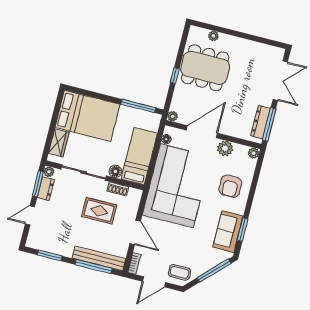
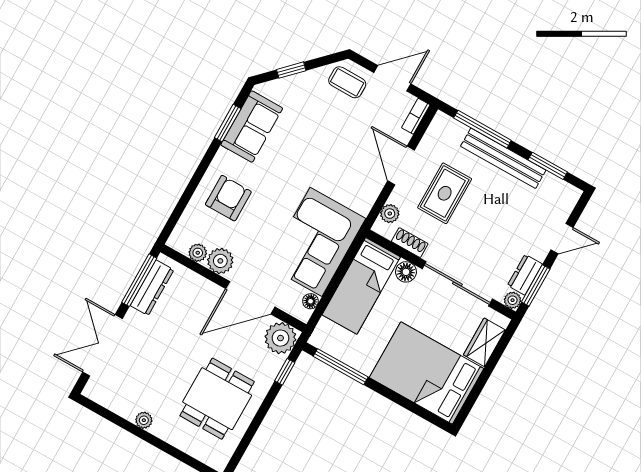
plant: (213, 36) -> (144, 420), moved
dining table: (205, 68) -> (217, 399), width x0.73
window: (175, 76) -> (285, 372), moved
plant: (173, 116) -> (280, 338), width x1.87, depth x1.87
plant: (254, 153) -> (198, 253), moved
corner sofa: (177, 186) -> (316, 242), width x0.73, depth x0.74
plant: (134, 203) -> (390, 214), added
rug: (99, 211) -> (445, 193), moved, turned 90
bench: (99, 258) -> (503, 158), moved
window: (214, 271) -> (291, 70), width x0.46

